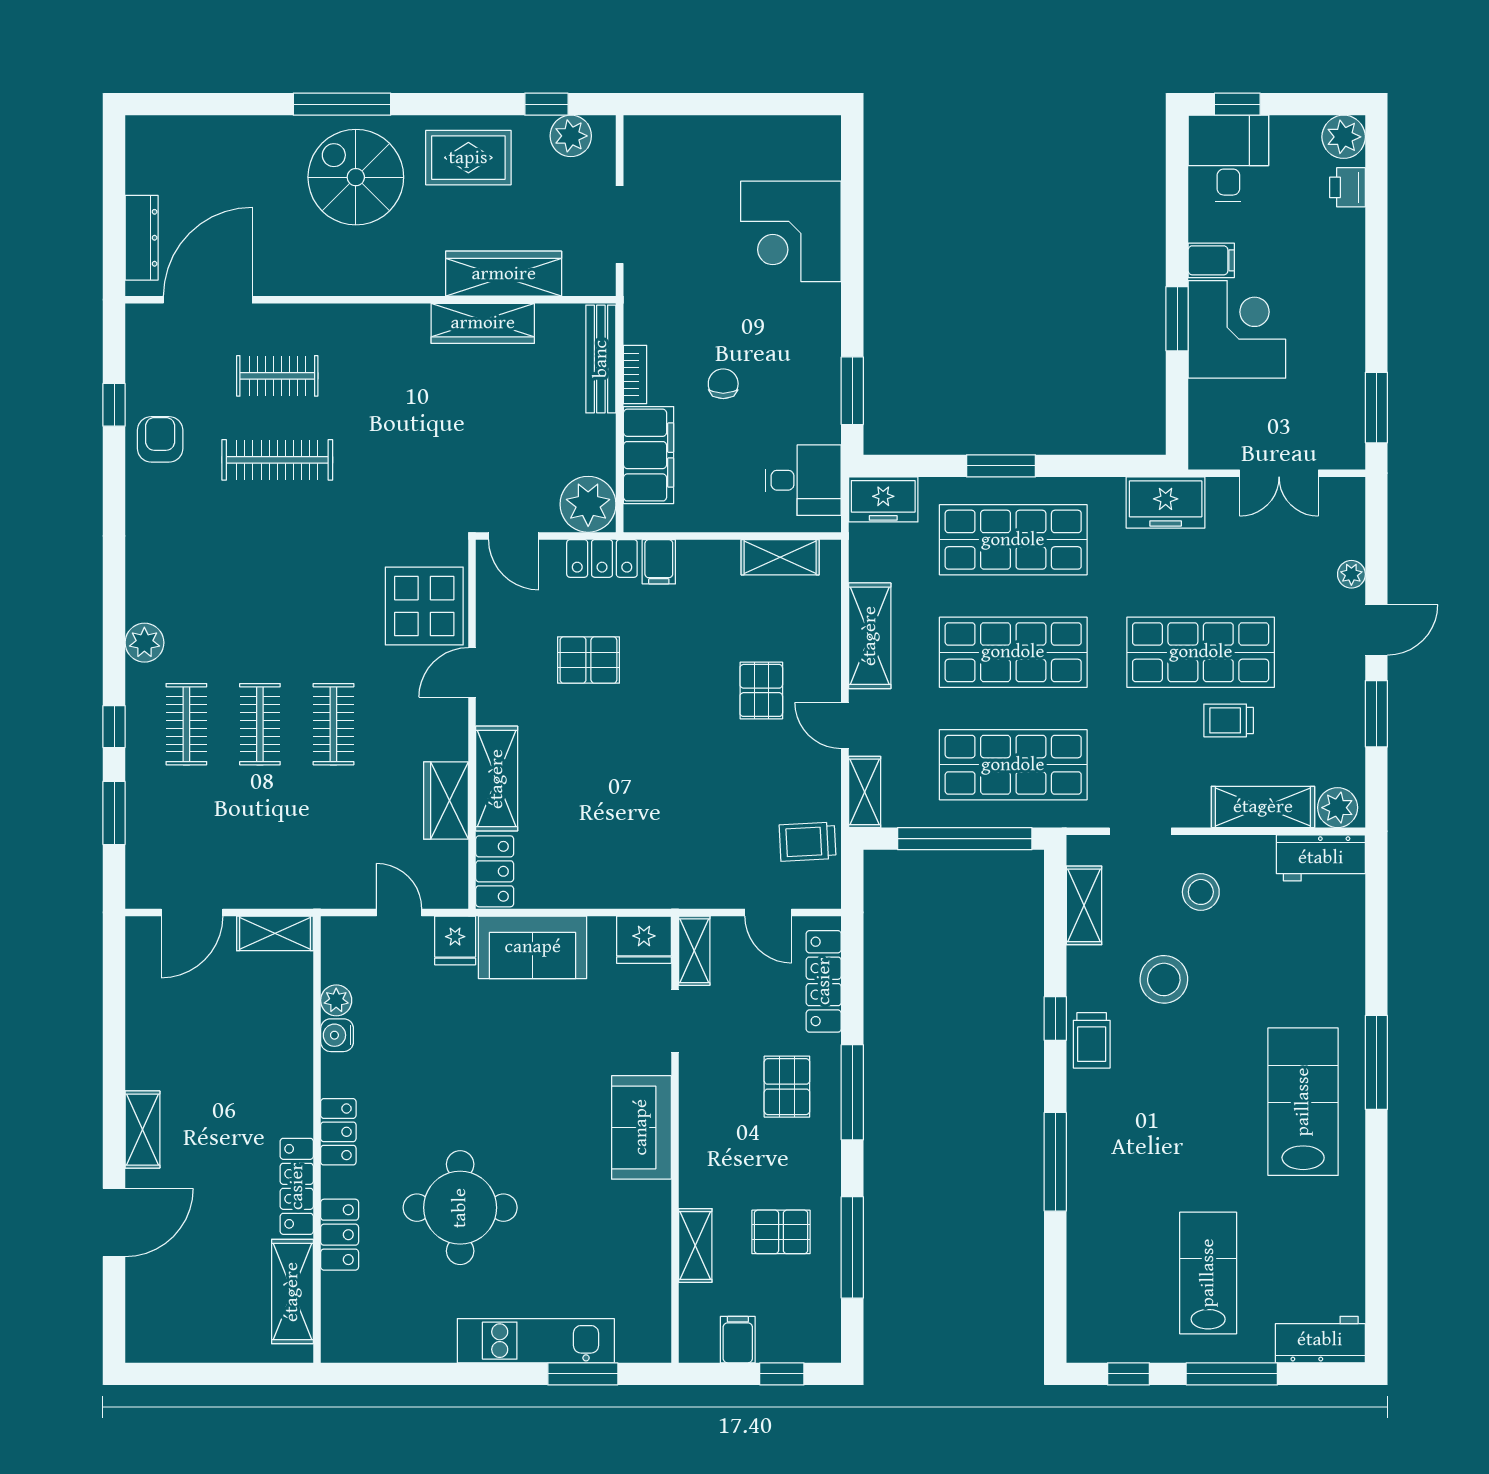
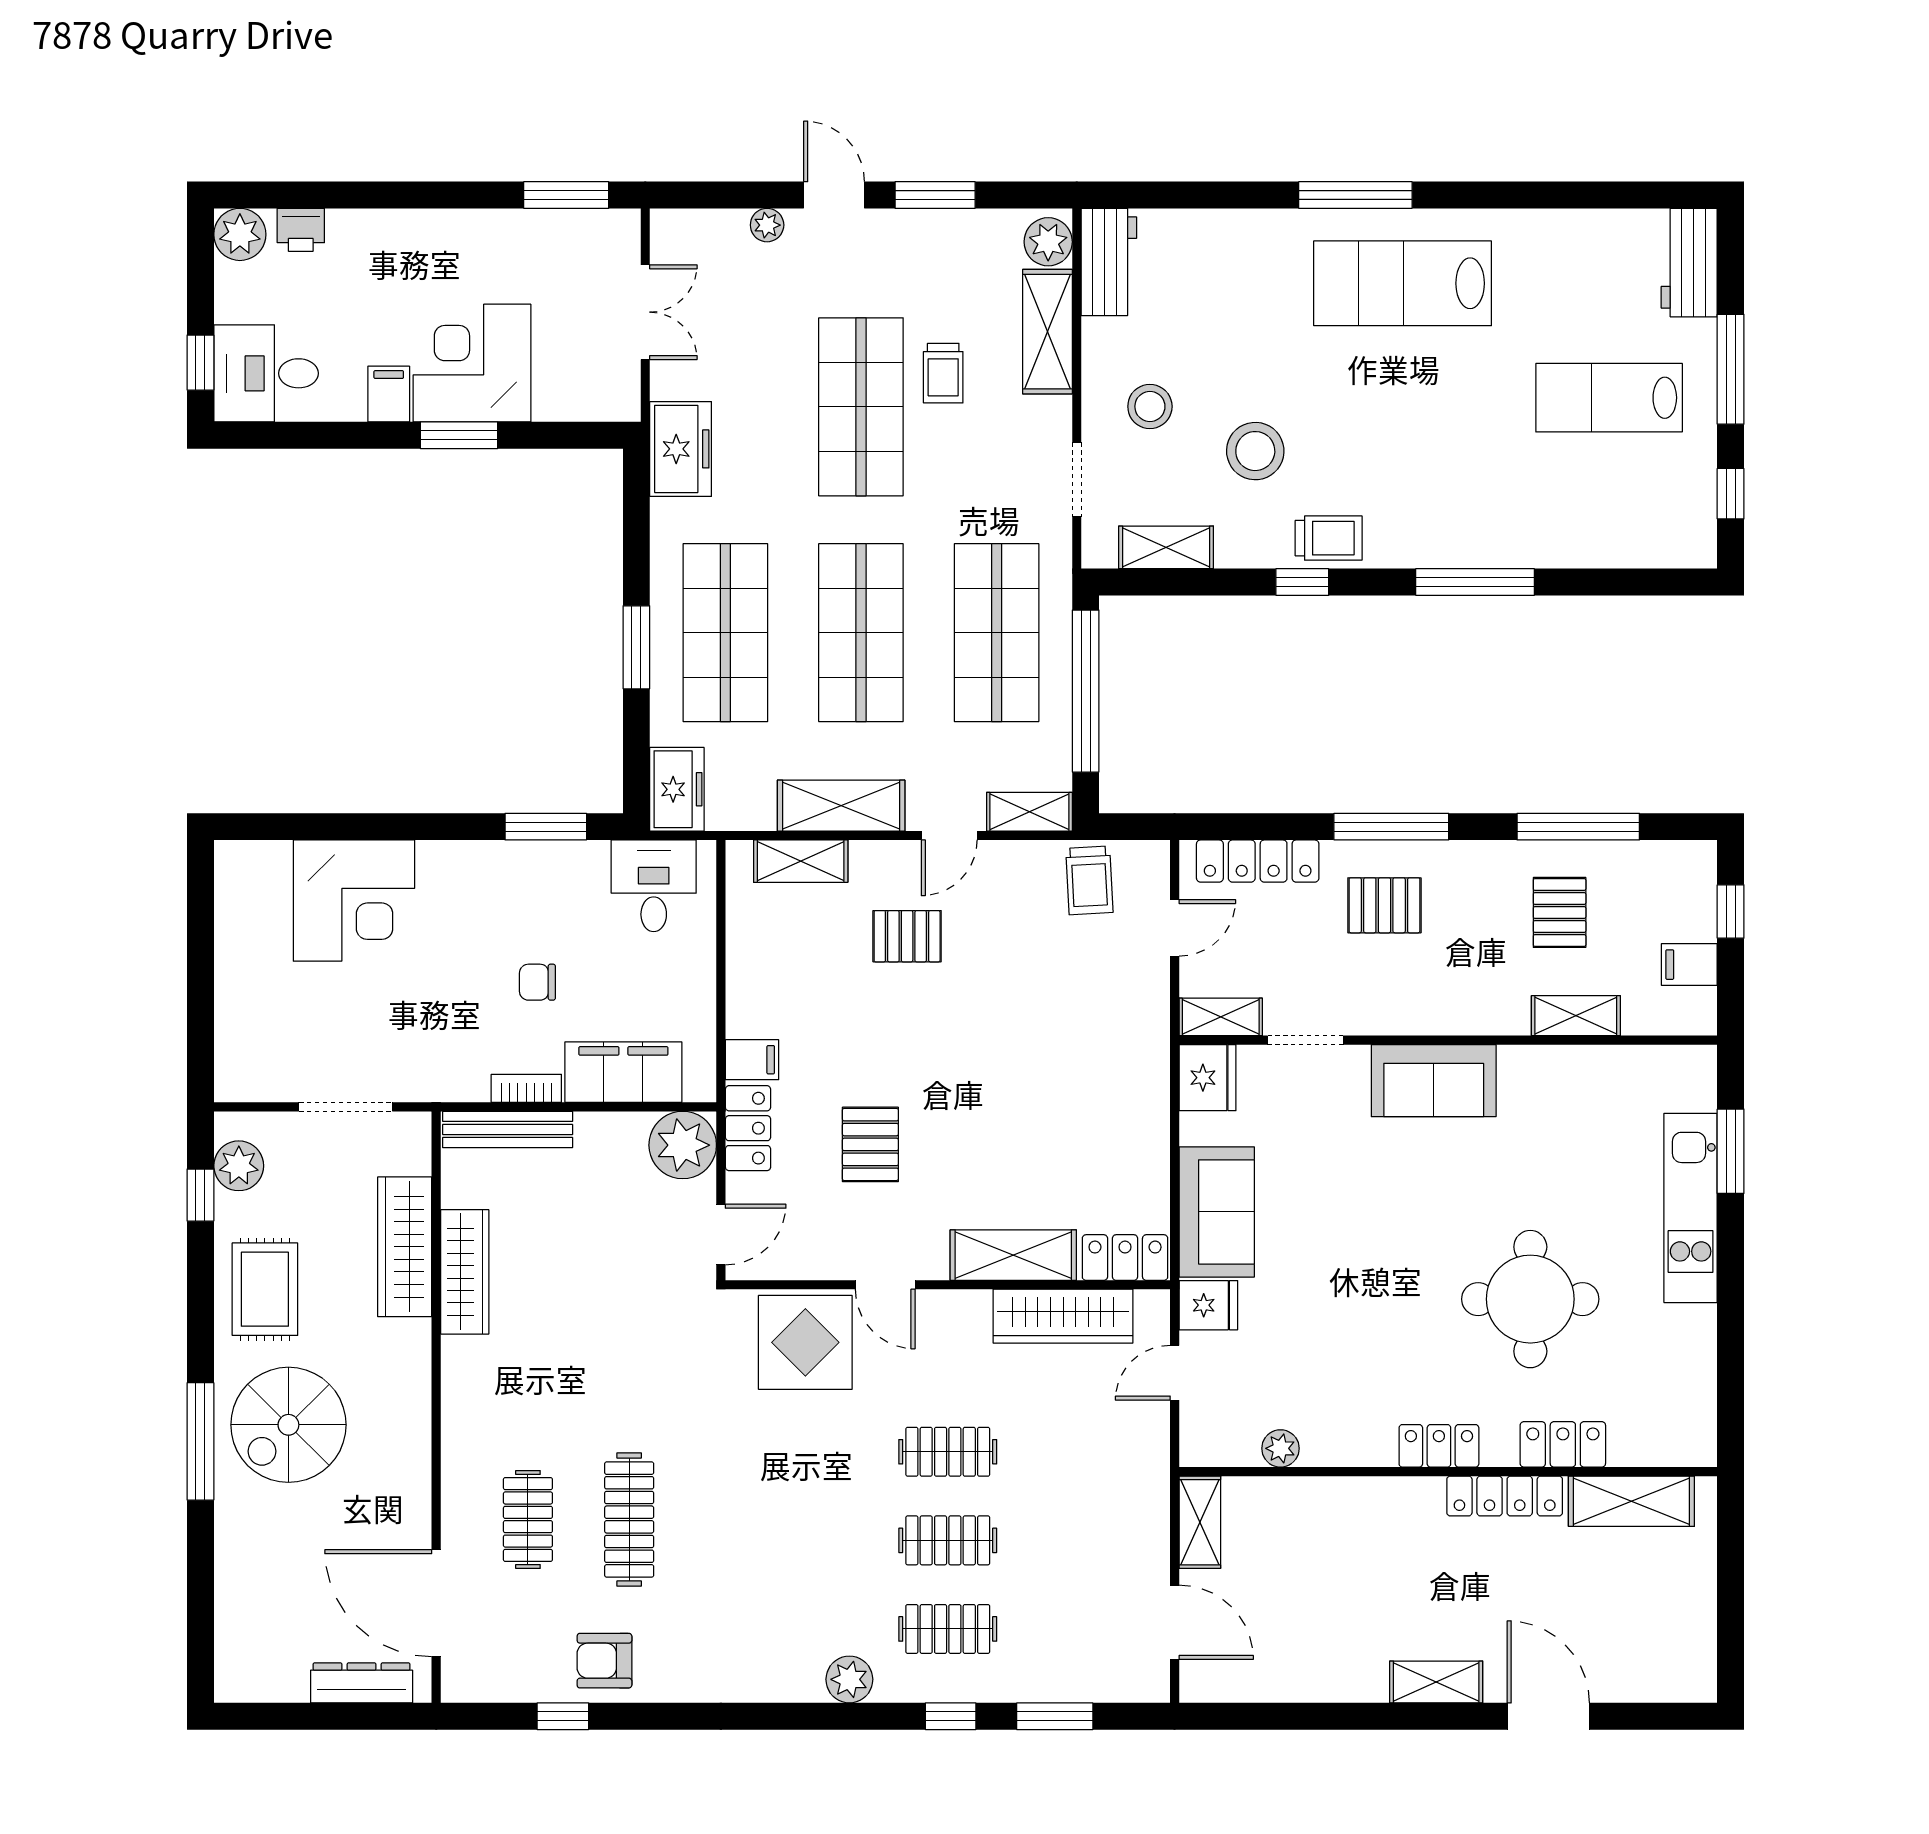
shelving: (780, 557) -> (801, 861), moved, turned 90
wardrobe: (446, 801) -> (1063, 1316), width x1.50
water cooler: (337, 1035) -> (1322, 1447), removed

